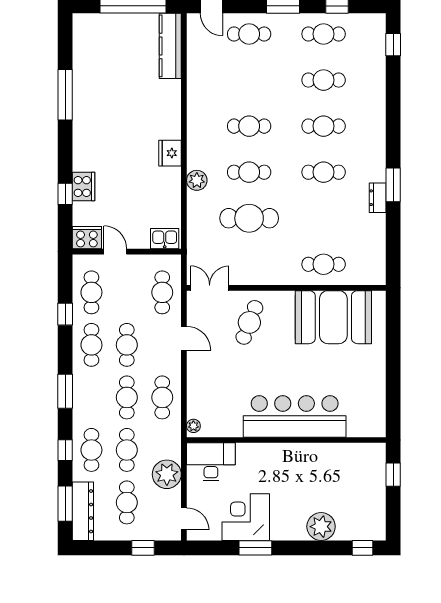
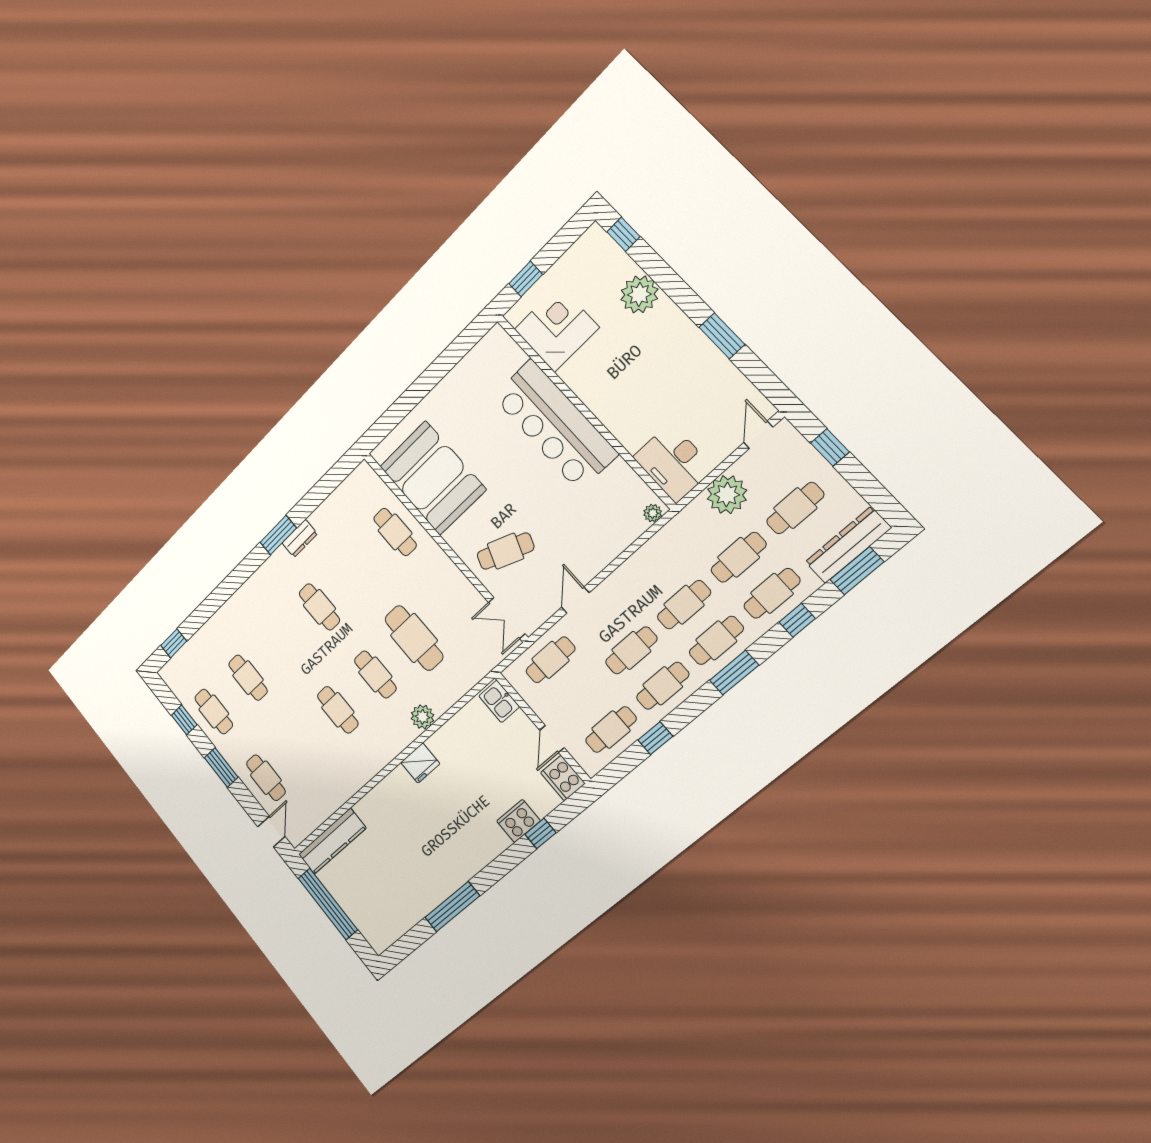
cafe table: (324, 126) -> (283, 643), removed
cafe table: (162, 397) -> (716, 640), moved
corner desk: (246, 517) -> (557, 328), moved, turned 180

